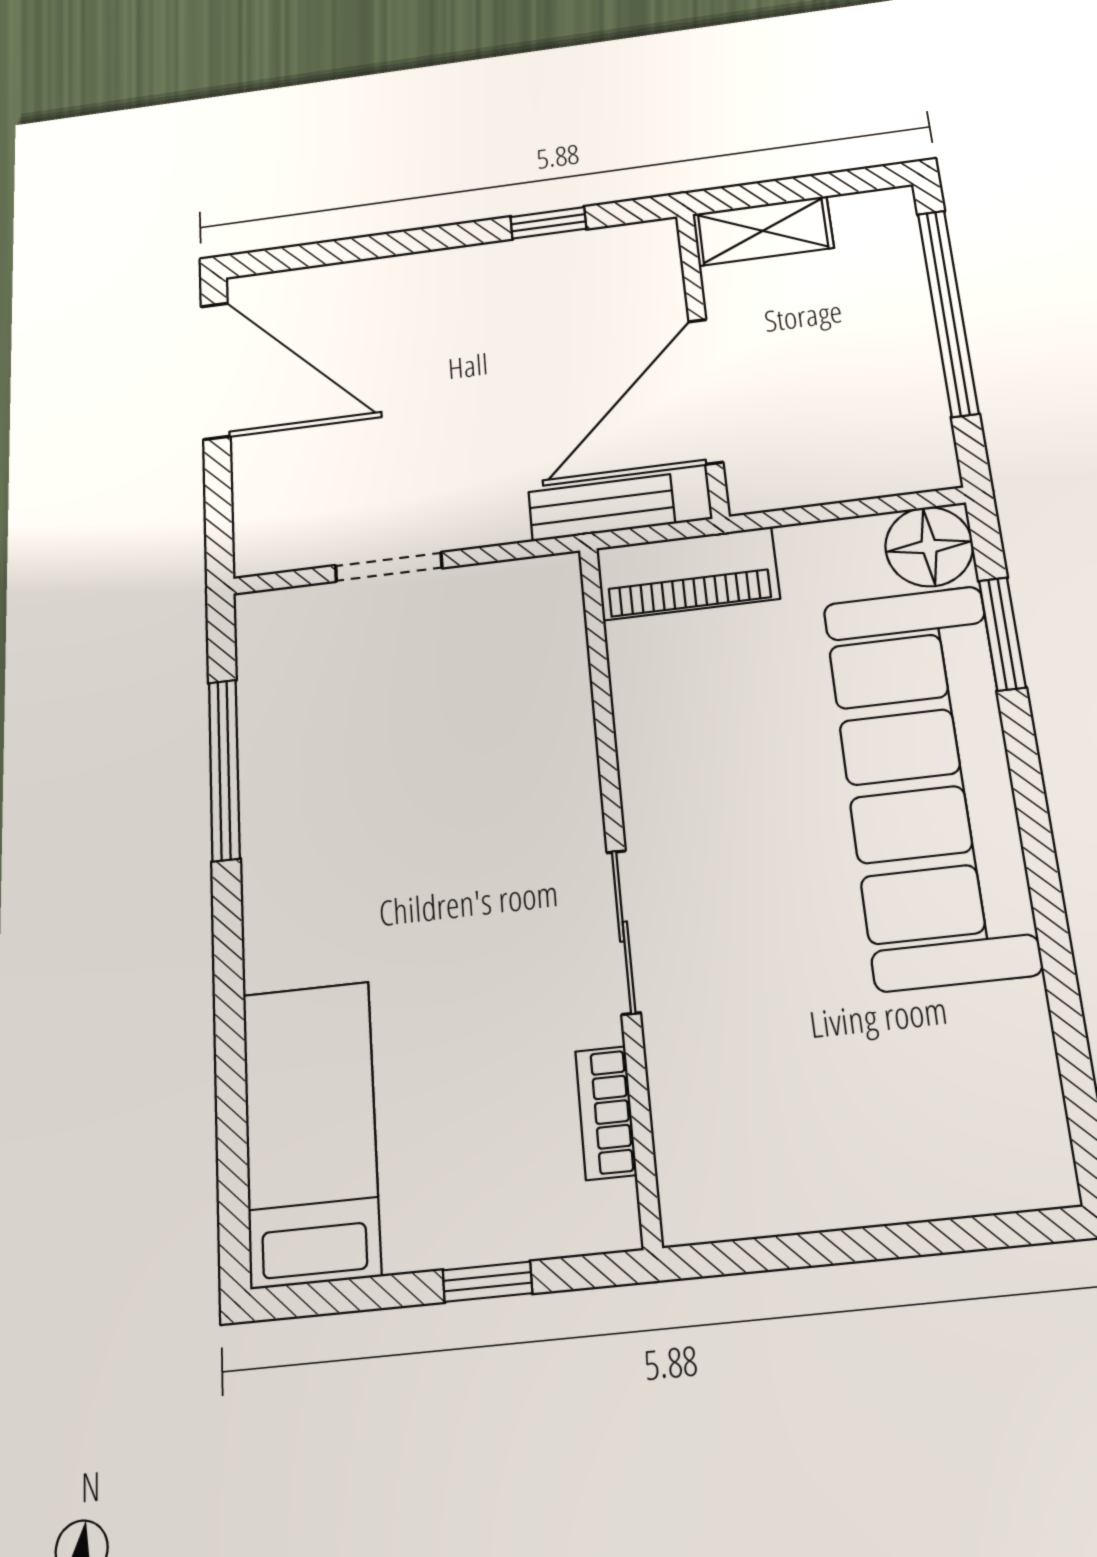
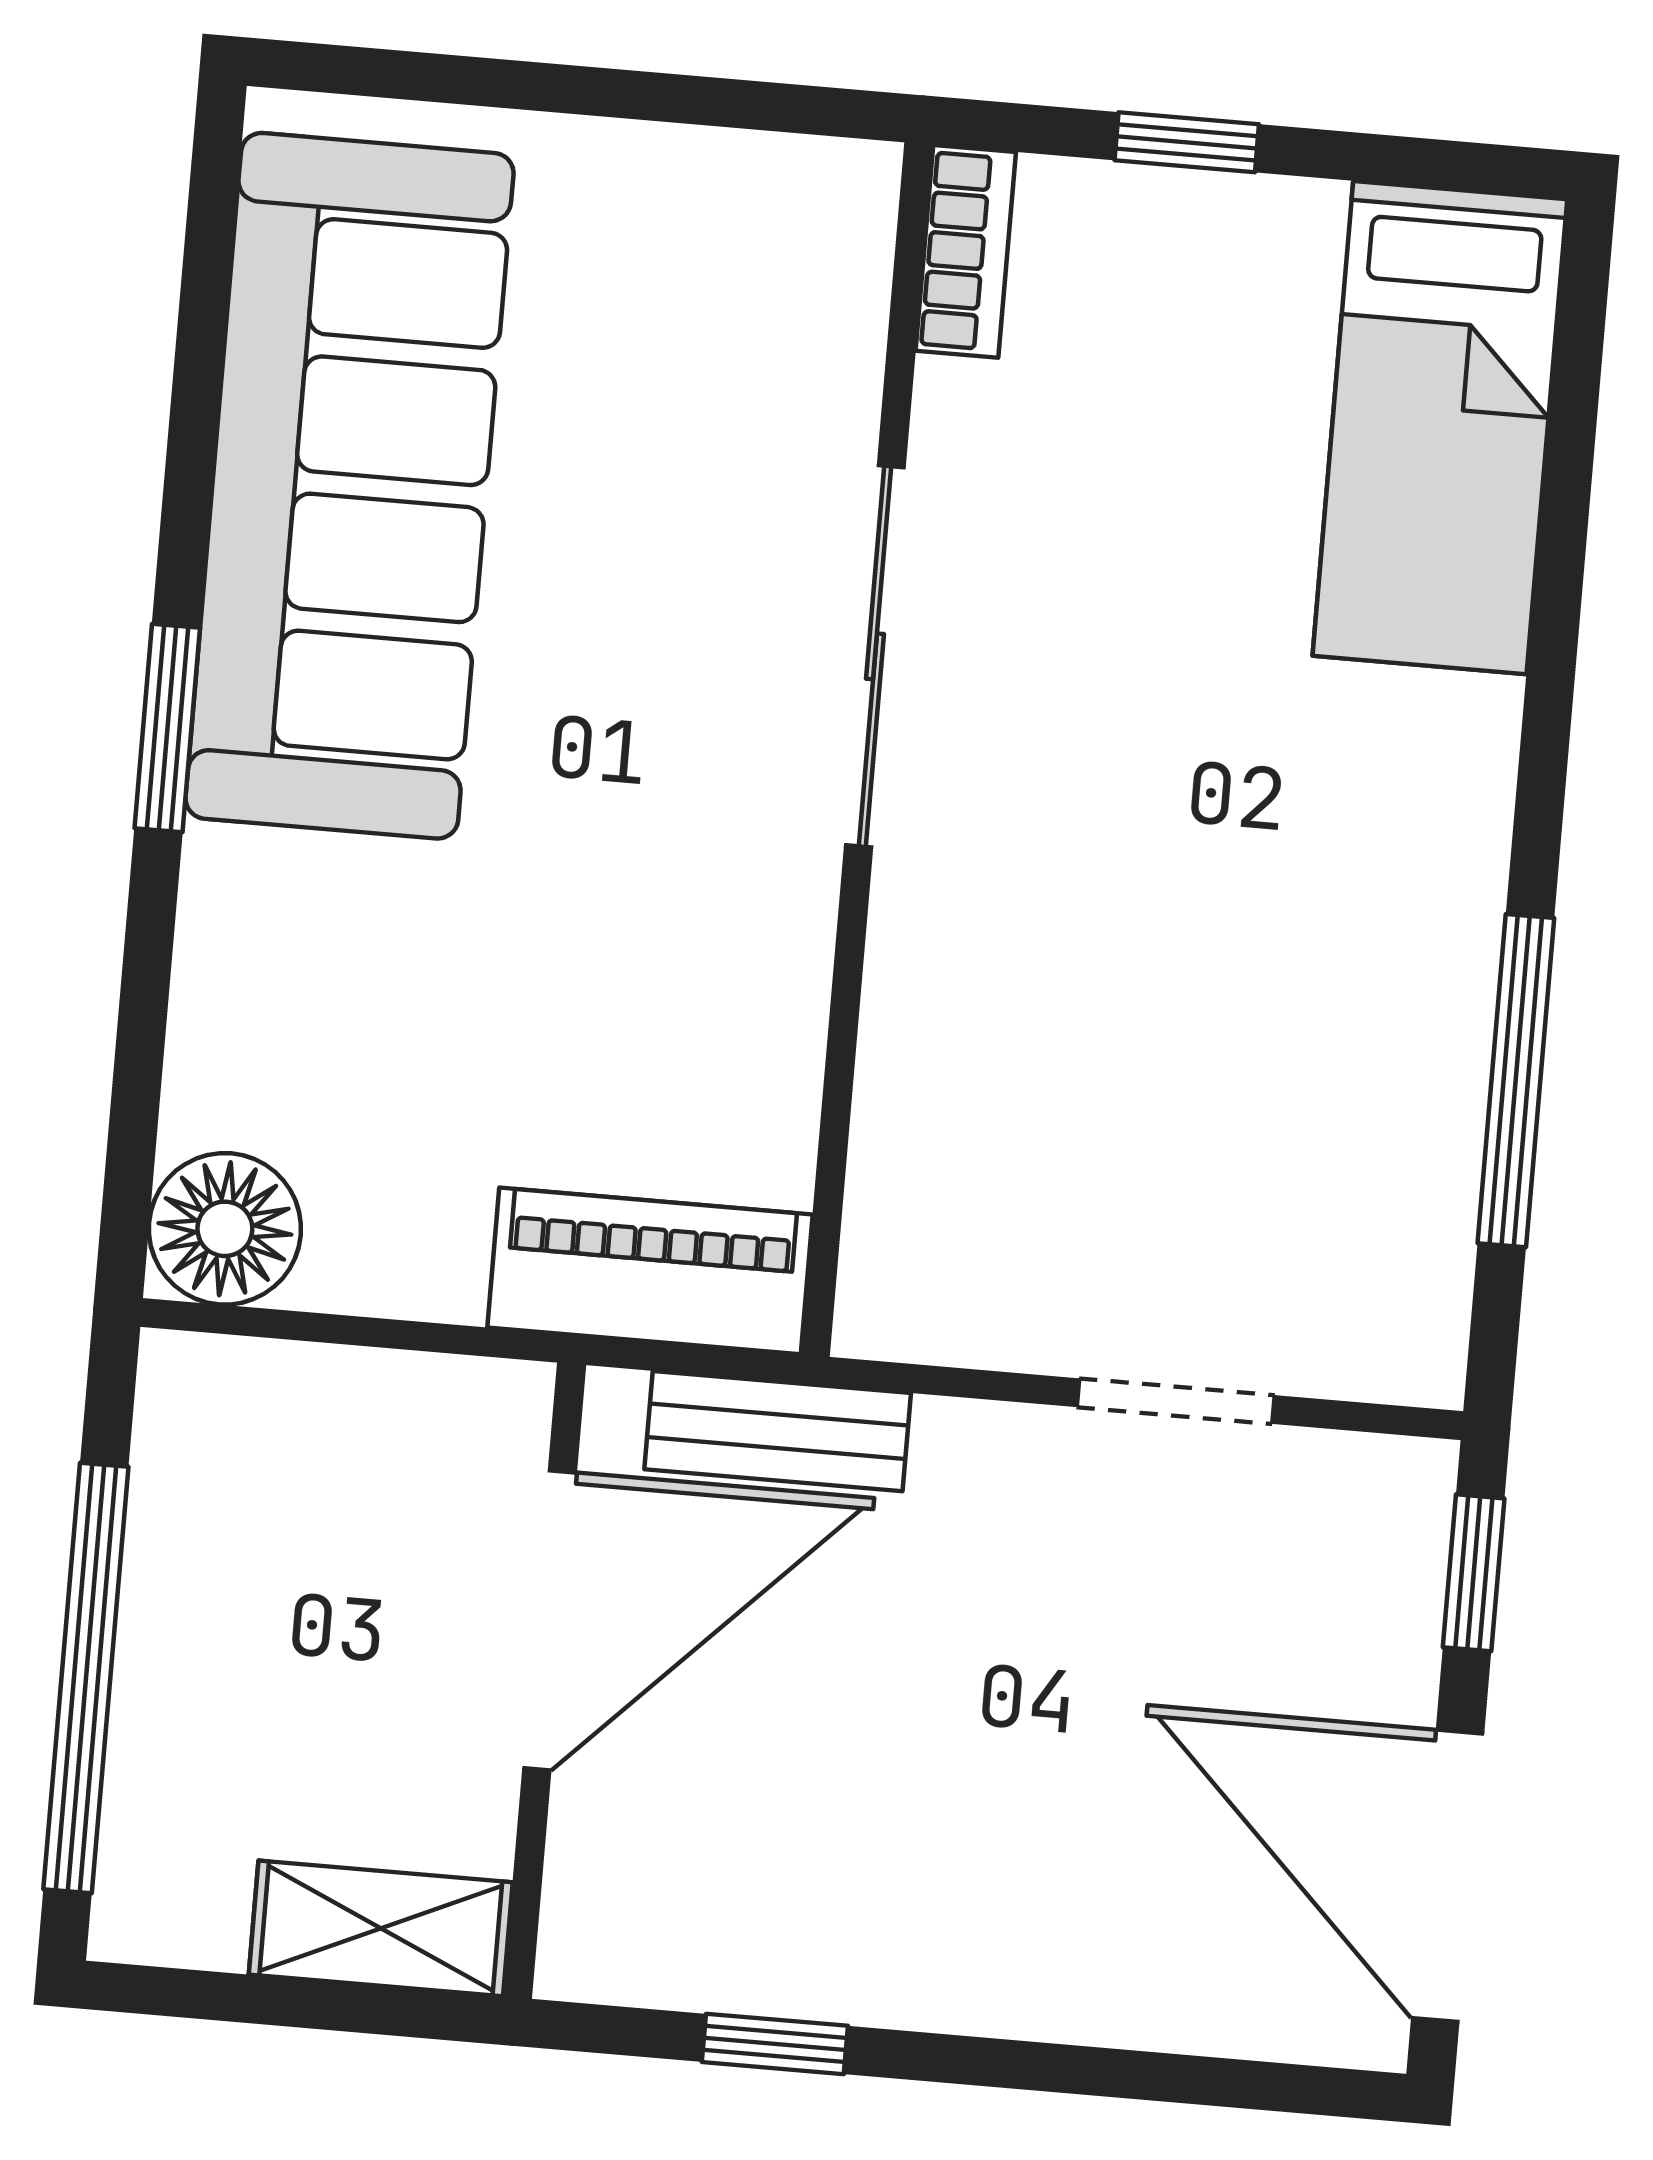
window: (219, 516) -> (1474, 1573), added
window: (1002, 634) -> (167, 728), moved
sofa: (930, 783) -> (350, 486), moved
sliding door: (624, 932) -> (875, 656), width x1.37
bookcase: (606, 1113) -> (966, 251), moved

